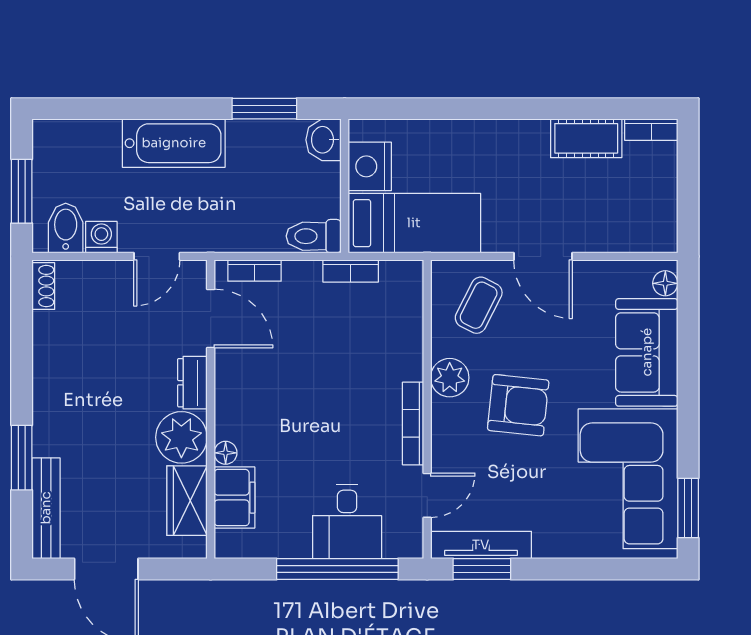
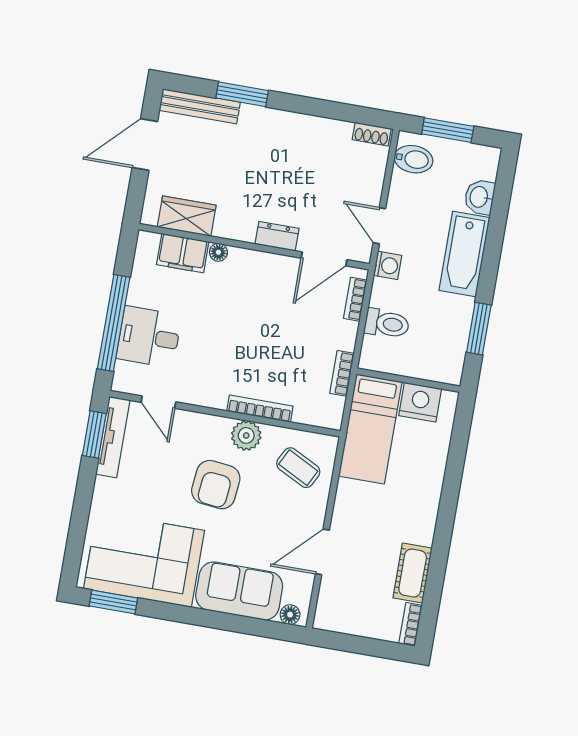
washbasin: (324, 140) -> (480, 197), moved, turned -90
toilet: (314, 236) -> (387, 324), moved, turned 90
washing machine: (101, 237) -> (388, 265), moved
door: (543, 256) -> (322, 552), moved
bookcase: (413, 423) -> (260, 409), moved
plant: (181, 437) -> (236, 220), removed

